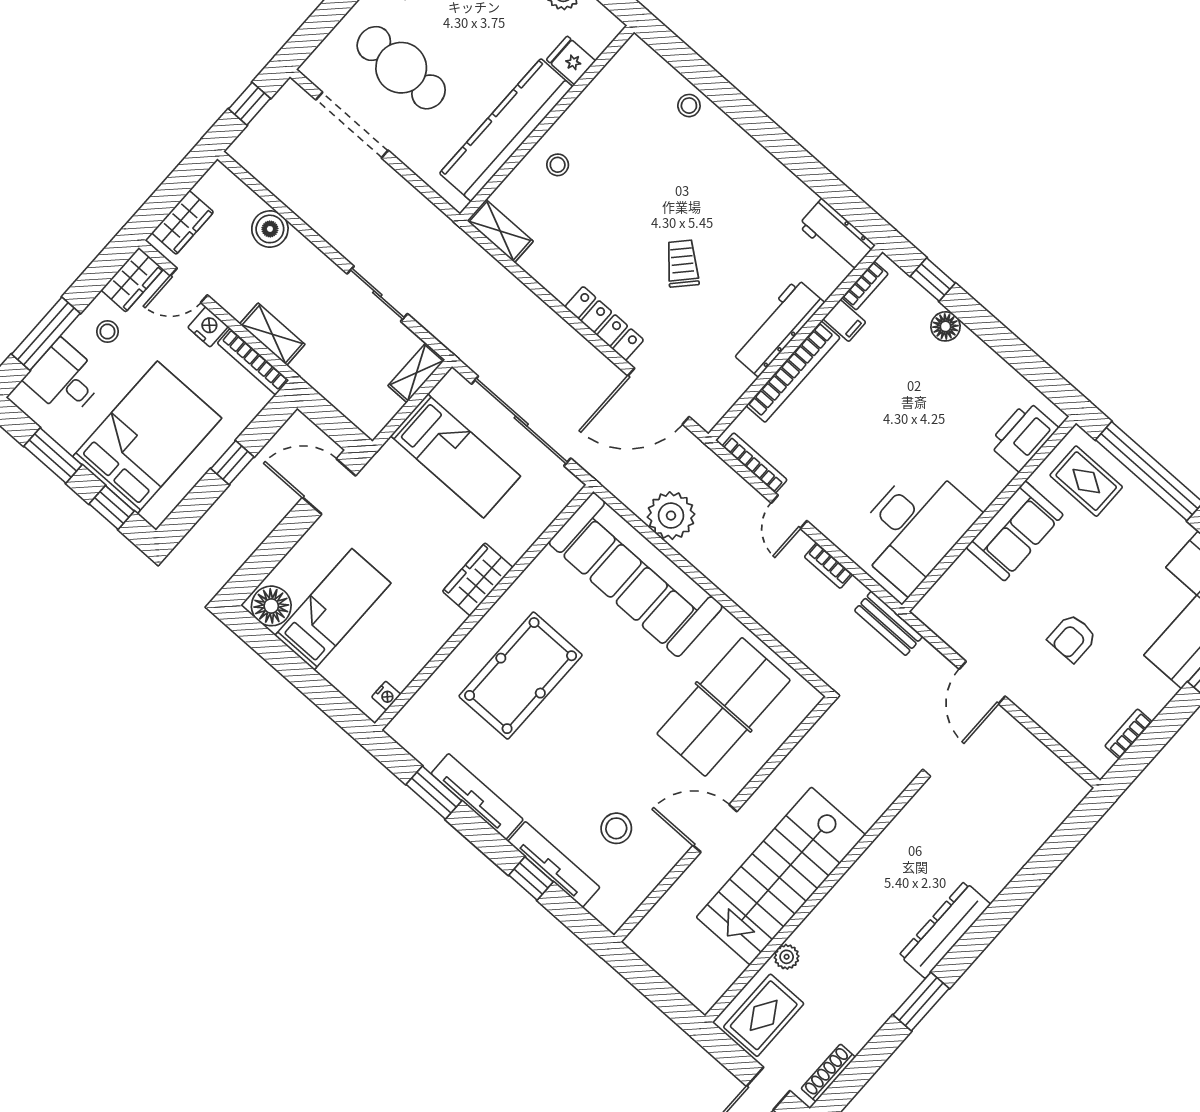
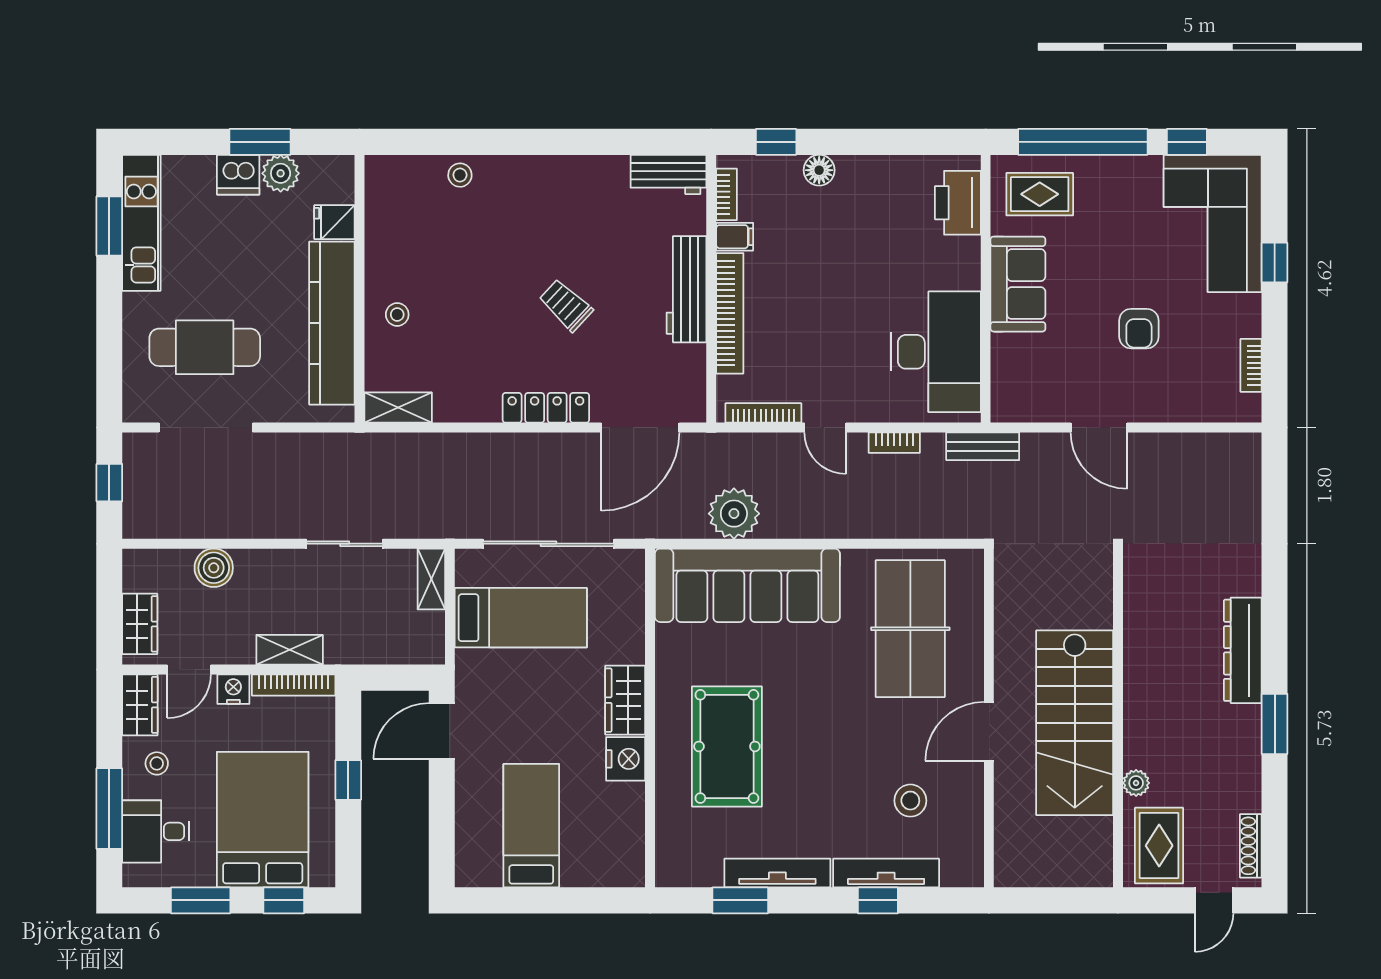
floor lamp: (271, 606) -> (480, 866), removed
nightstand: (386, 696) -> (626, 759), moved, width x1.89, depth x1.79

